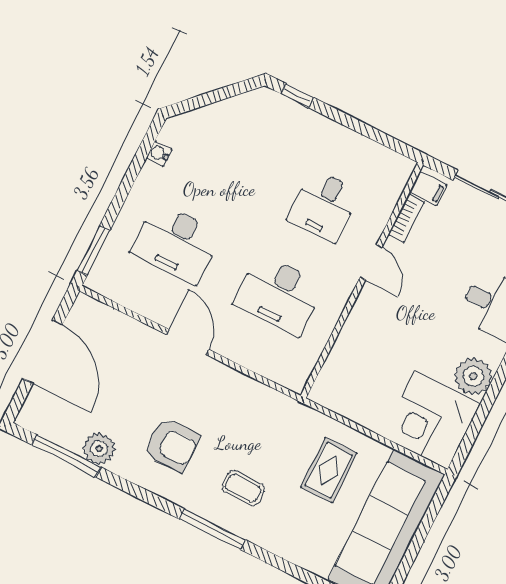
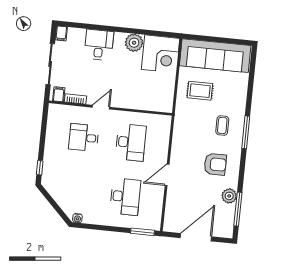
water cooler: (159, 154) -> (77, 218), moved
desk: (324, 205) -> (84, 138), turned 180
armchair: (172, 445) -> (215, 164), turned 90

